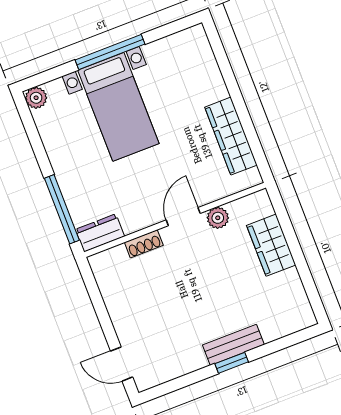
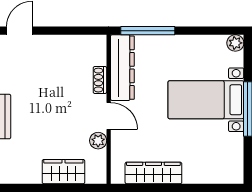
dresser: (100, 233) -> (122, 68), width x1.96, depth x1.24

